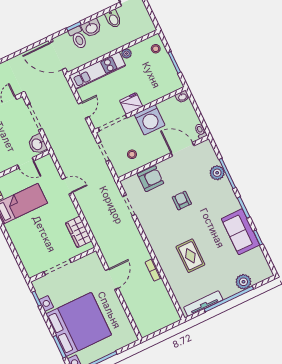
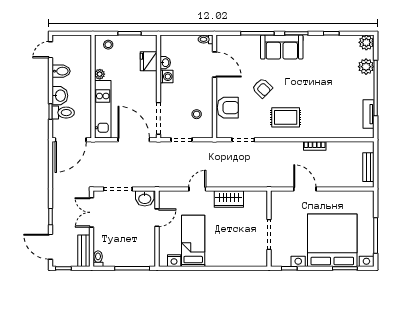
washbasin: (182, 97) -> (165, 63), moved
fridge: (131, 103) -> (149, 61), moved
door: (84, 110) -> (134, 140), width x1.87
washing machine: (150, 120) -> (167, 76), width x0.53, depth x0.53
door: (182, 149) -> (214, 65), swing flipped
plant: (217, 173) -> (366, 42), moved
armchair: (151, 179) -> (228, 108), turned 90
armchair: (182, 200) -> (262, 88), turned -136
wardrobe: (79, 232) -> (229, 199), moved
sofa: (240, 232) -> (282, 47), moved
rug: (190, 256) -> (286, 117), moved
tv unit: (203, 304) -> (369, 114), width x0.71
bench: (157, 325) -> (368, 167), added

